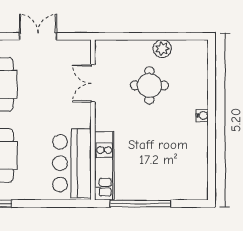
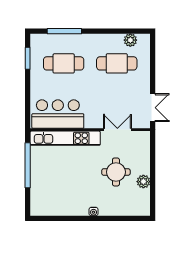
double door: (38, 36) -> (153, 108), moved
kitchen unit: (104, 166) -> (65, 138), width x1.36

